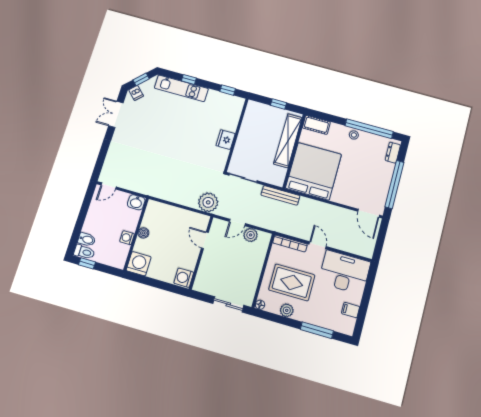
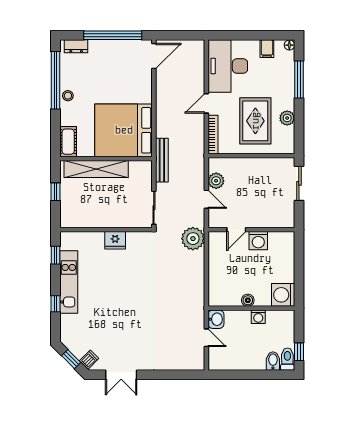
kitchen unit: (181, 88) -> (69, 282), moved
door: (109, 186) -> (206, 338), moved
washing machine: (184, 278) -> (258, 241), moved
floor lamp: (260, 305) -> (289, 45), moved

